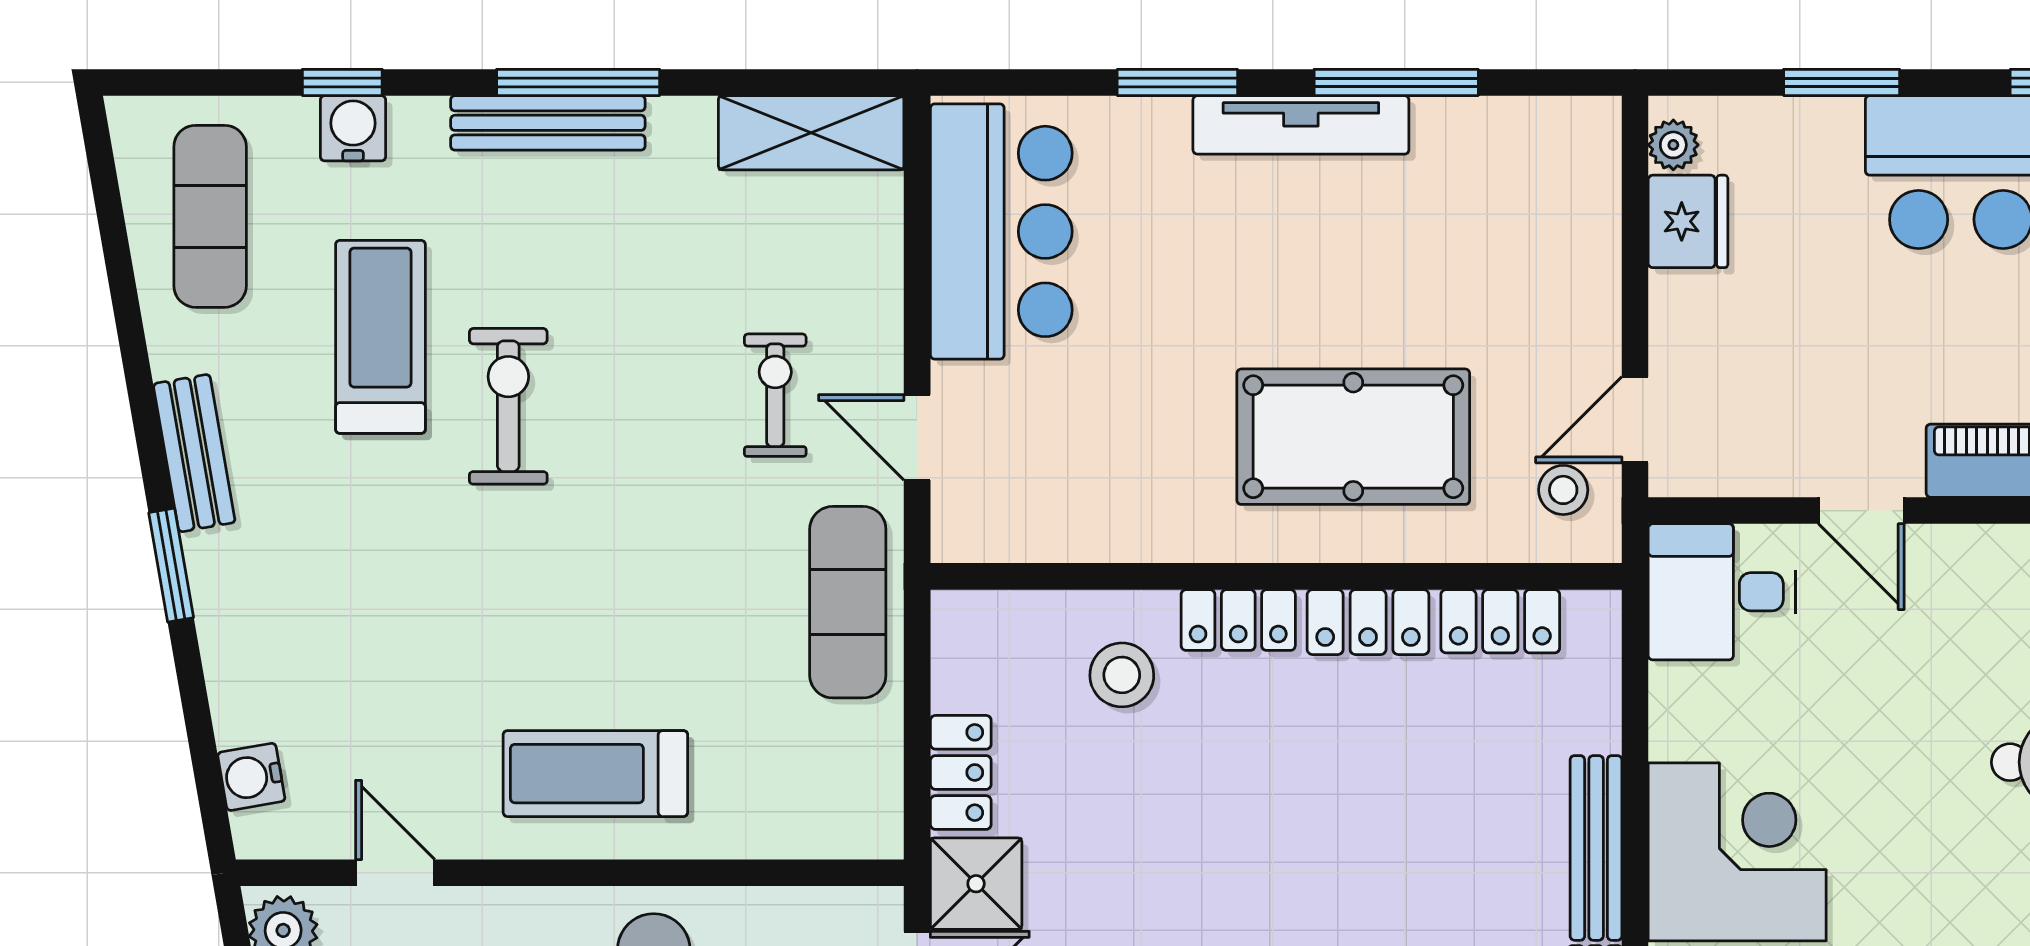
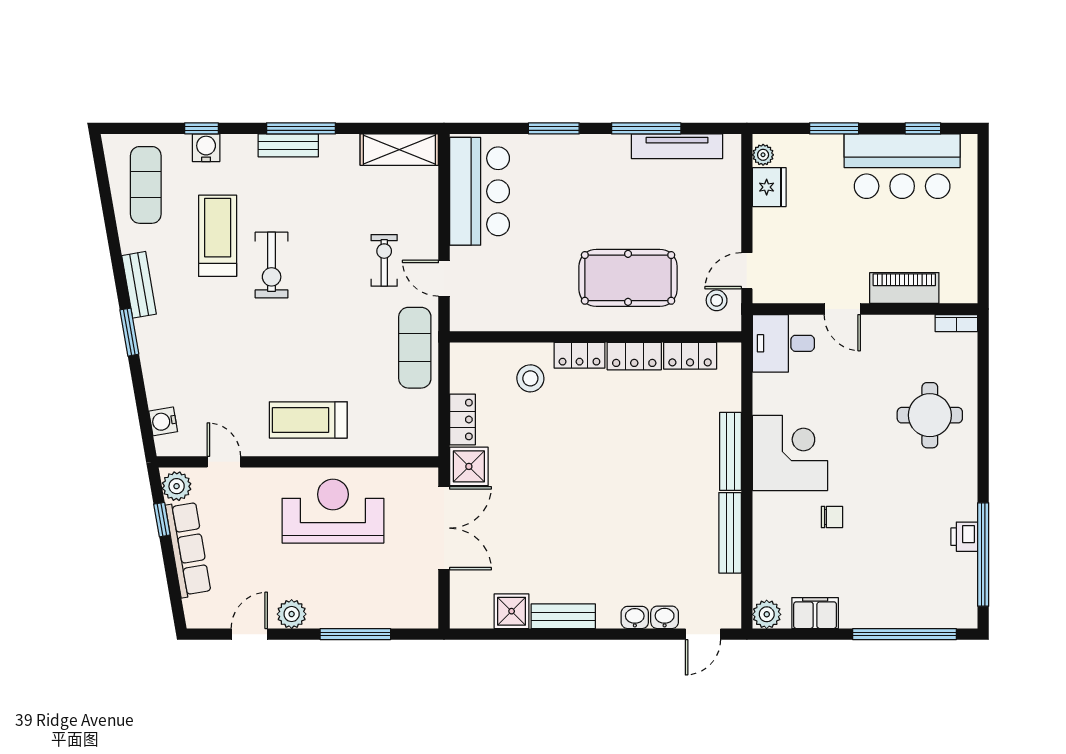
bench: (548, 123) -> (288, 145), width x0.73
tv unit: (1301, 125) -> (677, 146), moved
exercise bike: (508, 406) -> (272, 265), turned 180

